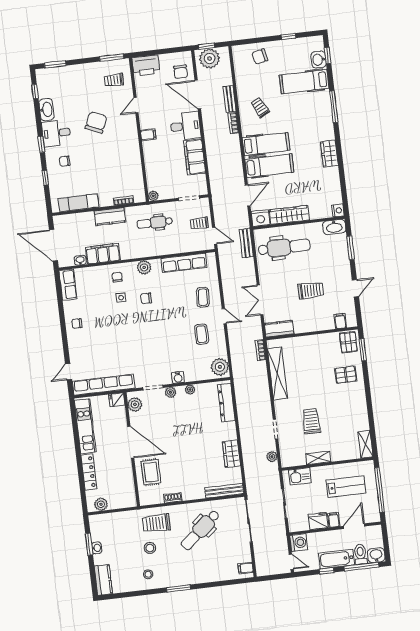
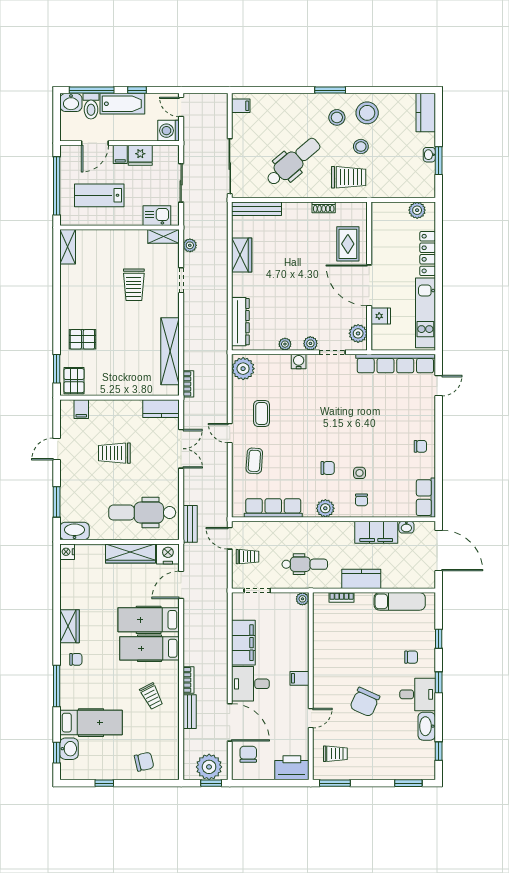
chair: (322, 129) -> (76, 659), added
fridge: (117, 400) -> (381, 316), moved
shelving: (318, 458) -> (164, 236), moved
stool: (171, 568) -> (337, 117), added
stool: (148, 574) -> (367, 113), width x1.89, depth x1.89

